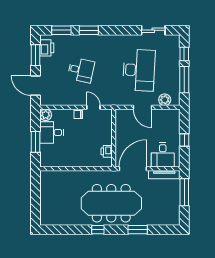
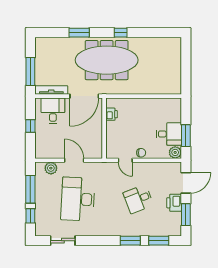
printer: (47, 48) -> (174, 203), moved
desk: (81, 70) -> (138, 199), turned -33
door: (35, 86) -> (186, 183), hinge flipped
window: (35, 142) -> (186, 136), moved

